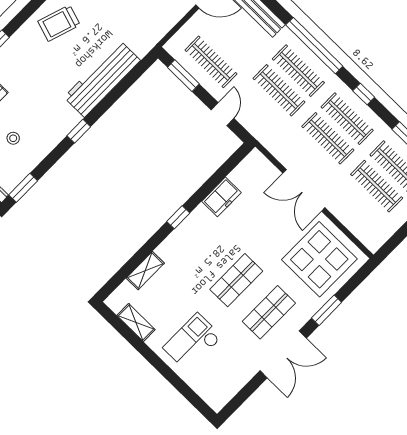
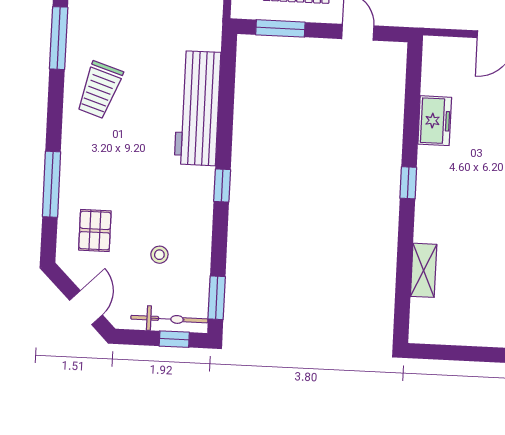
shelving: (136, 323) -> (463, 334), removed

